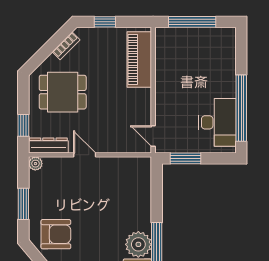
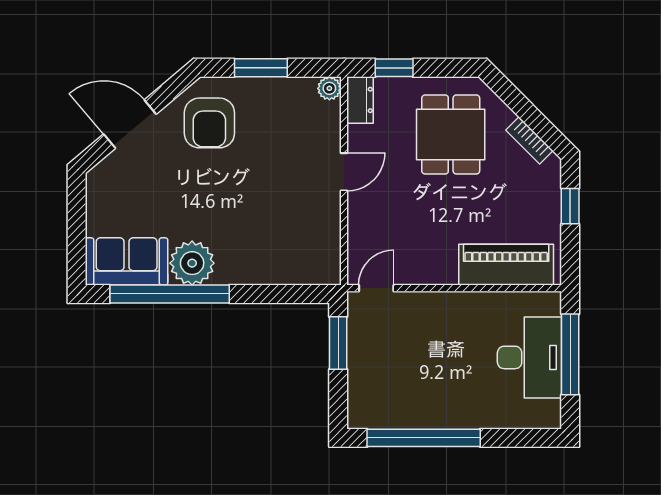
desk: (217, 122) -> (529, 357), moved, turned -90
dresser: (48, 146) -> (360, 100), width x0.70

